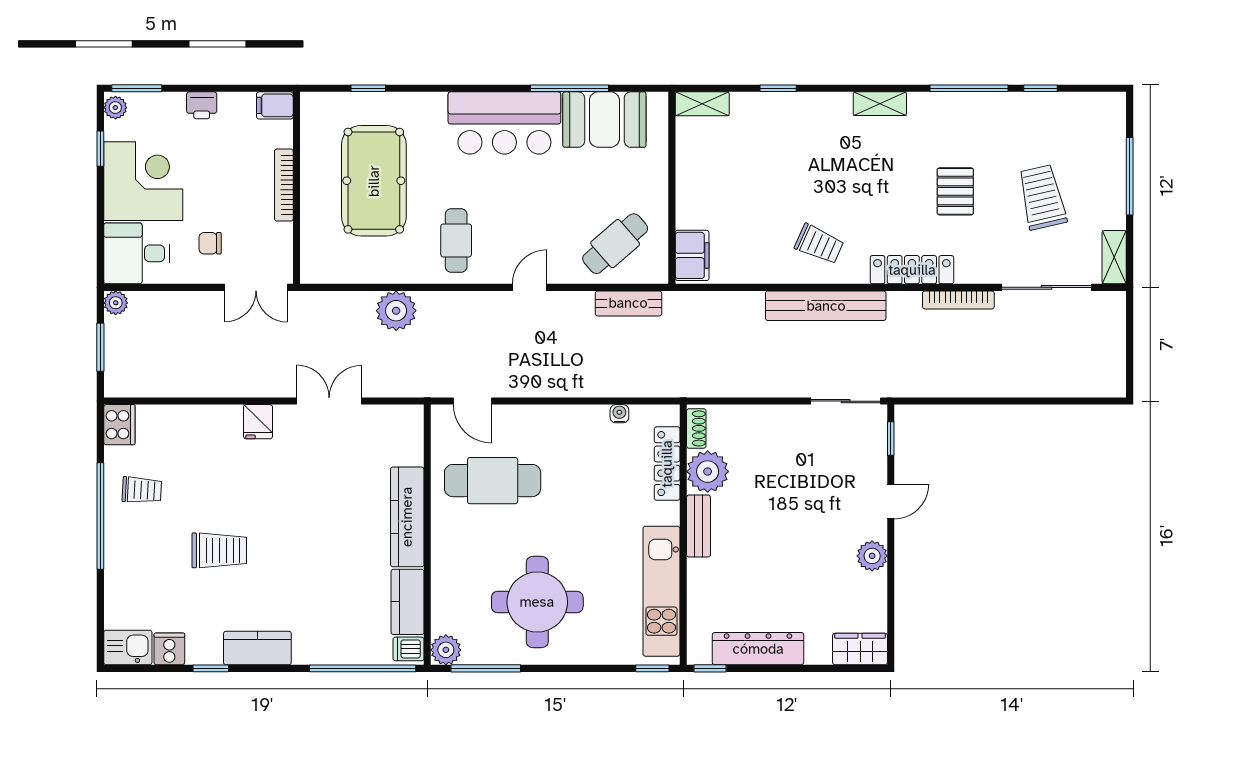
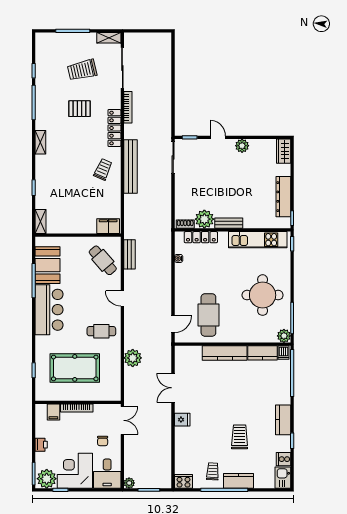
filing cabinet: (275, 105) -> (53, 412), moved
plant: (115, 108) -> (47, 479), width x1.88, depth x1.88
kitchen counter: (121, 548) -> (239, 481), added

